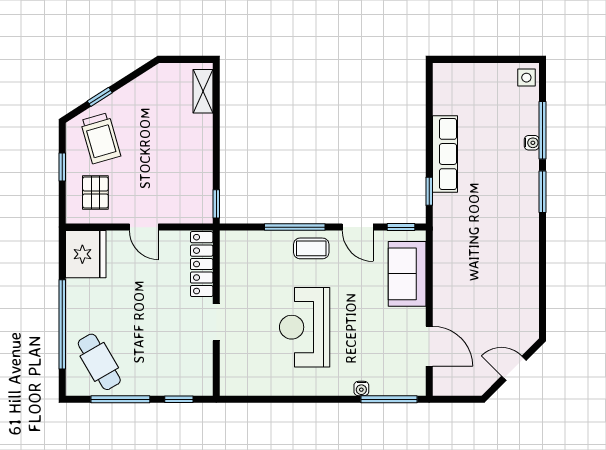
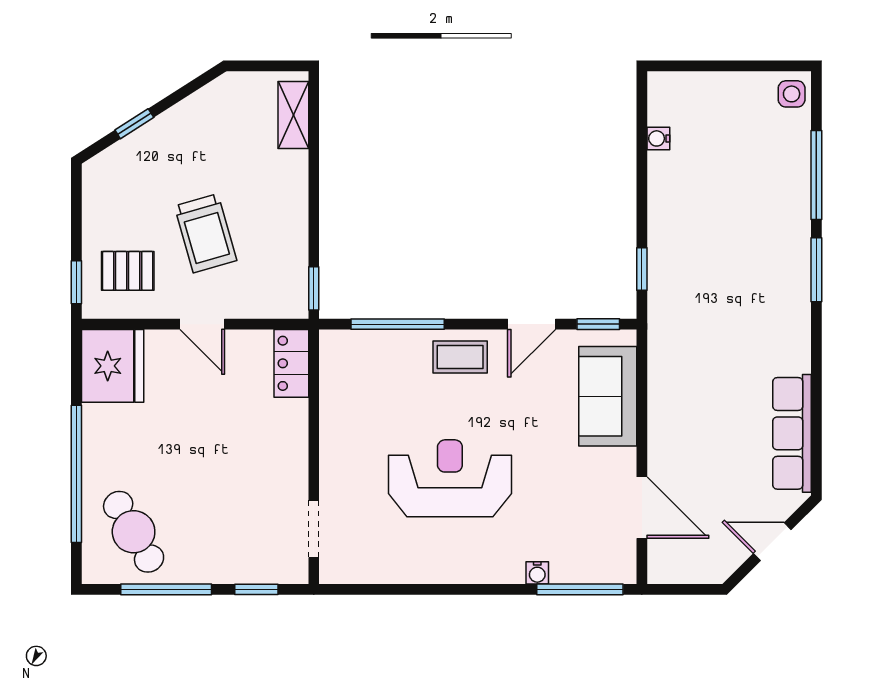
trolley: (100, 138) -> (206, 233), moved
water cooler: (532, 143) -> (658, 138), moved, turned 180
row of seats: (445, 154) -> (792, 433), moved, turned 180
window: (62, 167) -> (76, 282), moved
pallet: (95, 192) -> (128, 271), turned 90
window: (295, 227) -> (398, 324), moved
door: (358, 227) -> (532, 324), hinge flipped
locker: (202, 264) -> (291, 363), width x0.66
doorway: (216, 322) -> (314, 529), moved
reception desk: (305, 327) -> (450, 478), turned 90

